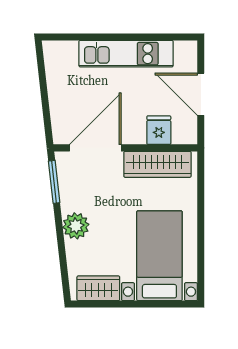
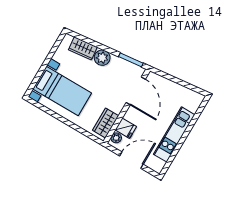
plant: (181, 136) -> (116, 138), added
wardrobe: (157, 164) -> (106, 123), width x0.67
wardrobe: (98, 288) -> (83, 48), moved, turned 84

